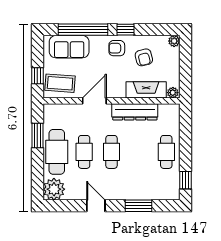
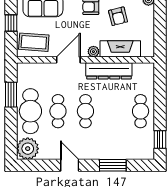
window: (37, 76) -> (11, 23), moved
plant: (173, 93) -> (93, 52), moved

